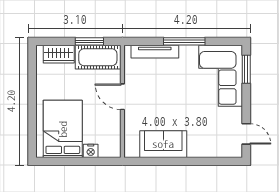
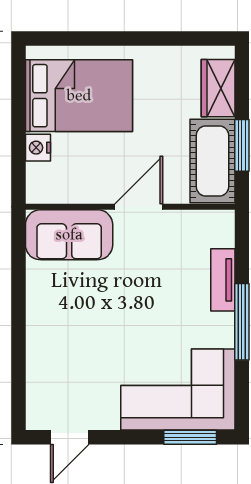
tv unit: (155, 52) -> (223, 280), width x0.71
sofa: (163, 144) -> (69, 235), moved, turned 90

